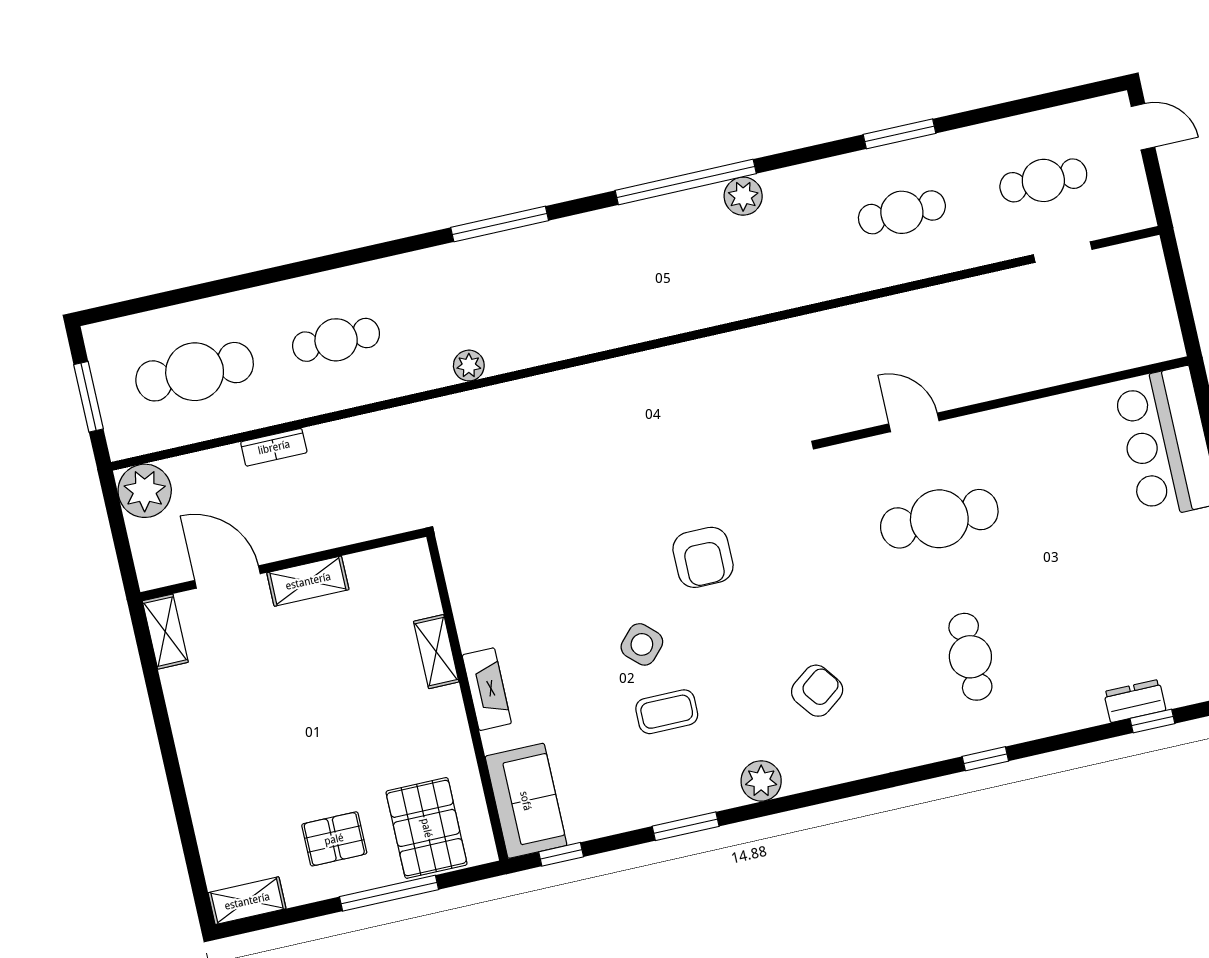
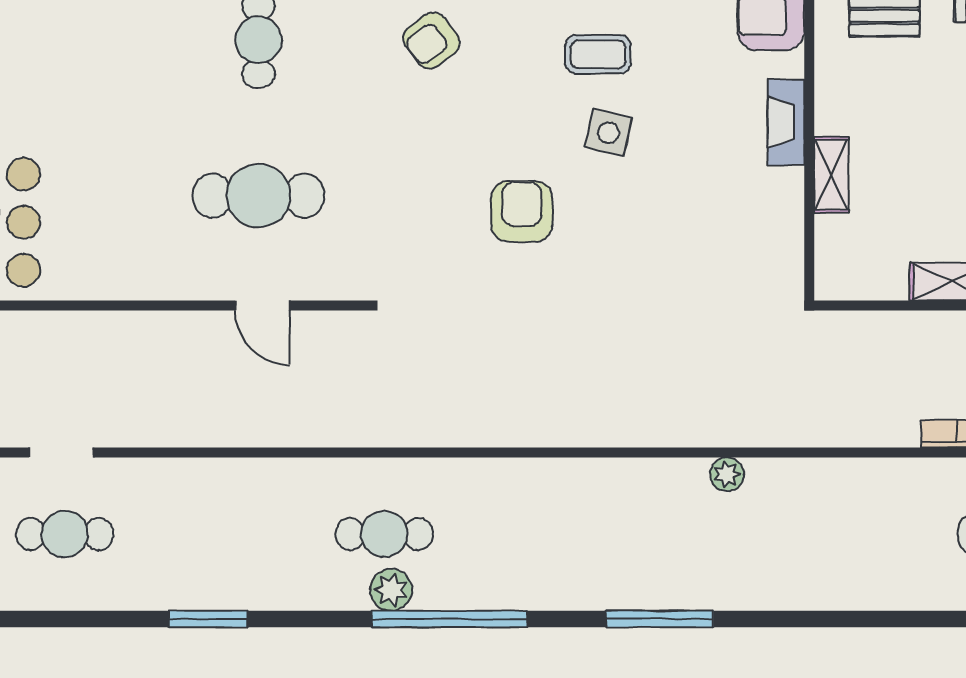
cafe table: (902, 212) -> (384, 534), moved
cafe table: (336, 340) -> (863, 534), removed
side table: (642, 644) -> (609, 133), turned -30

